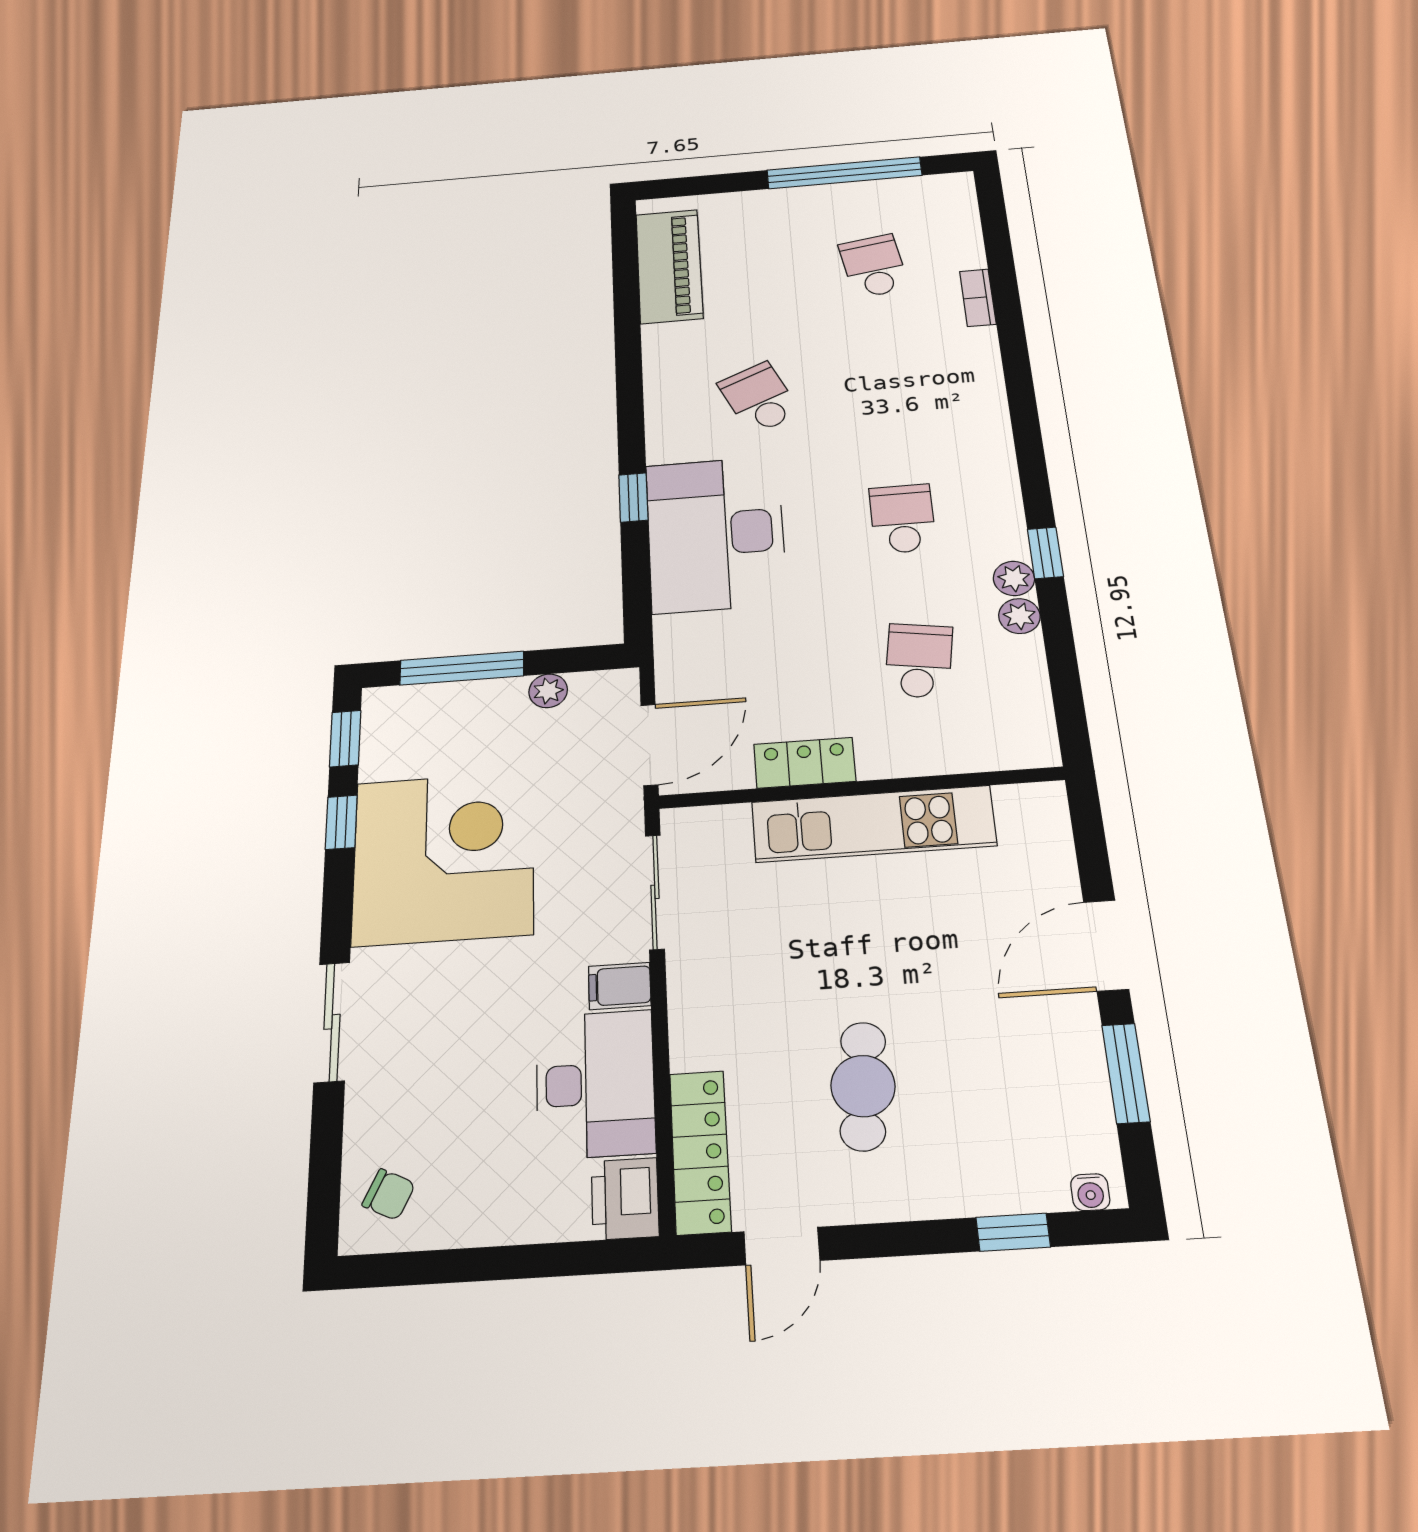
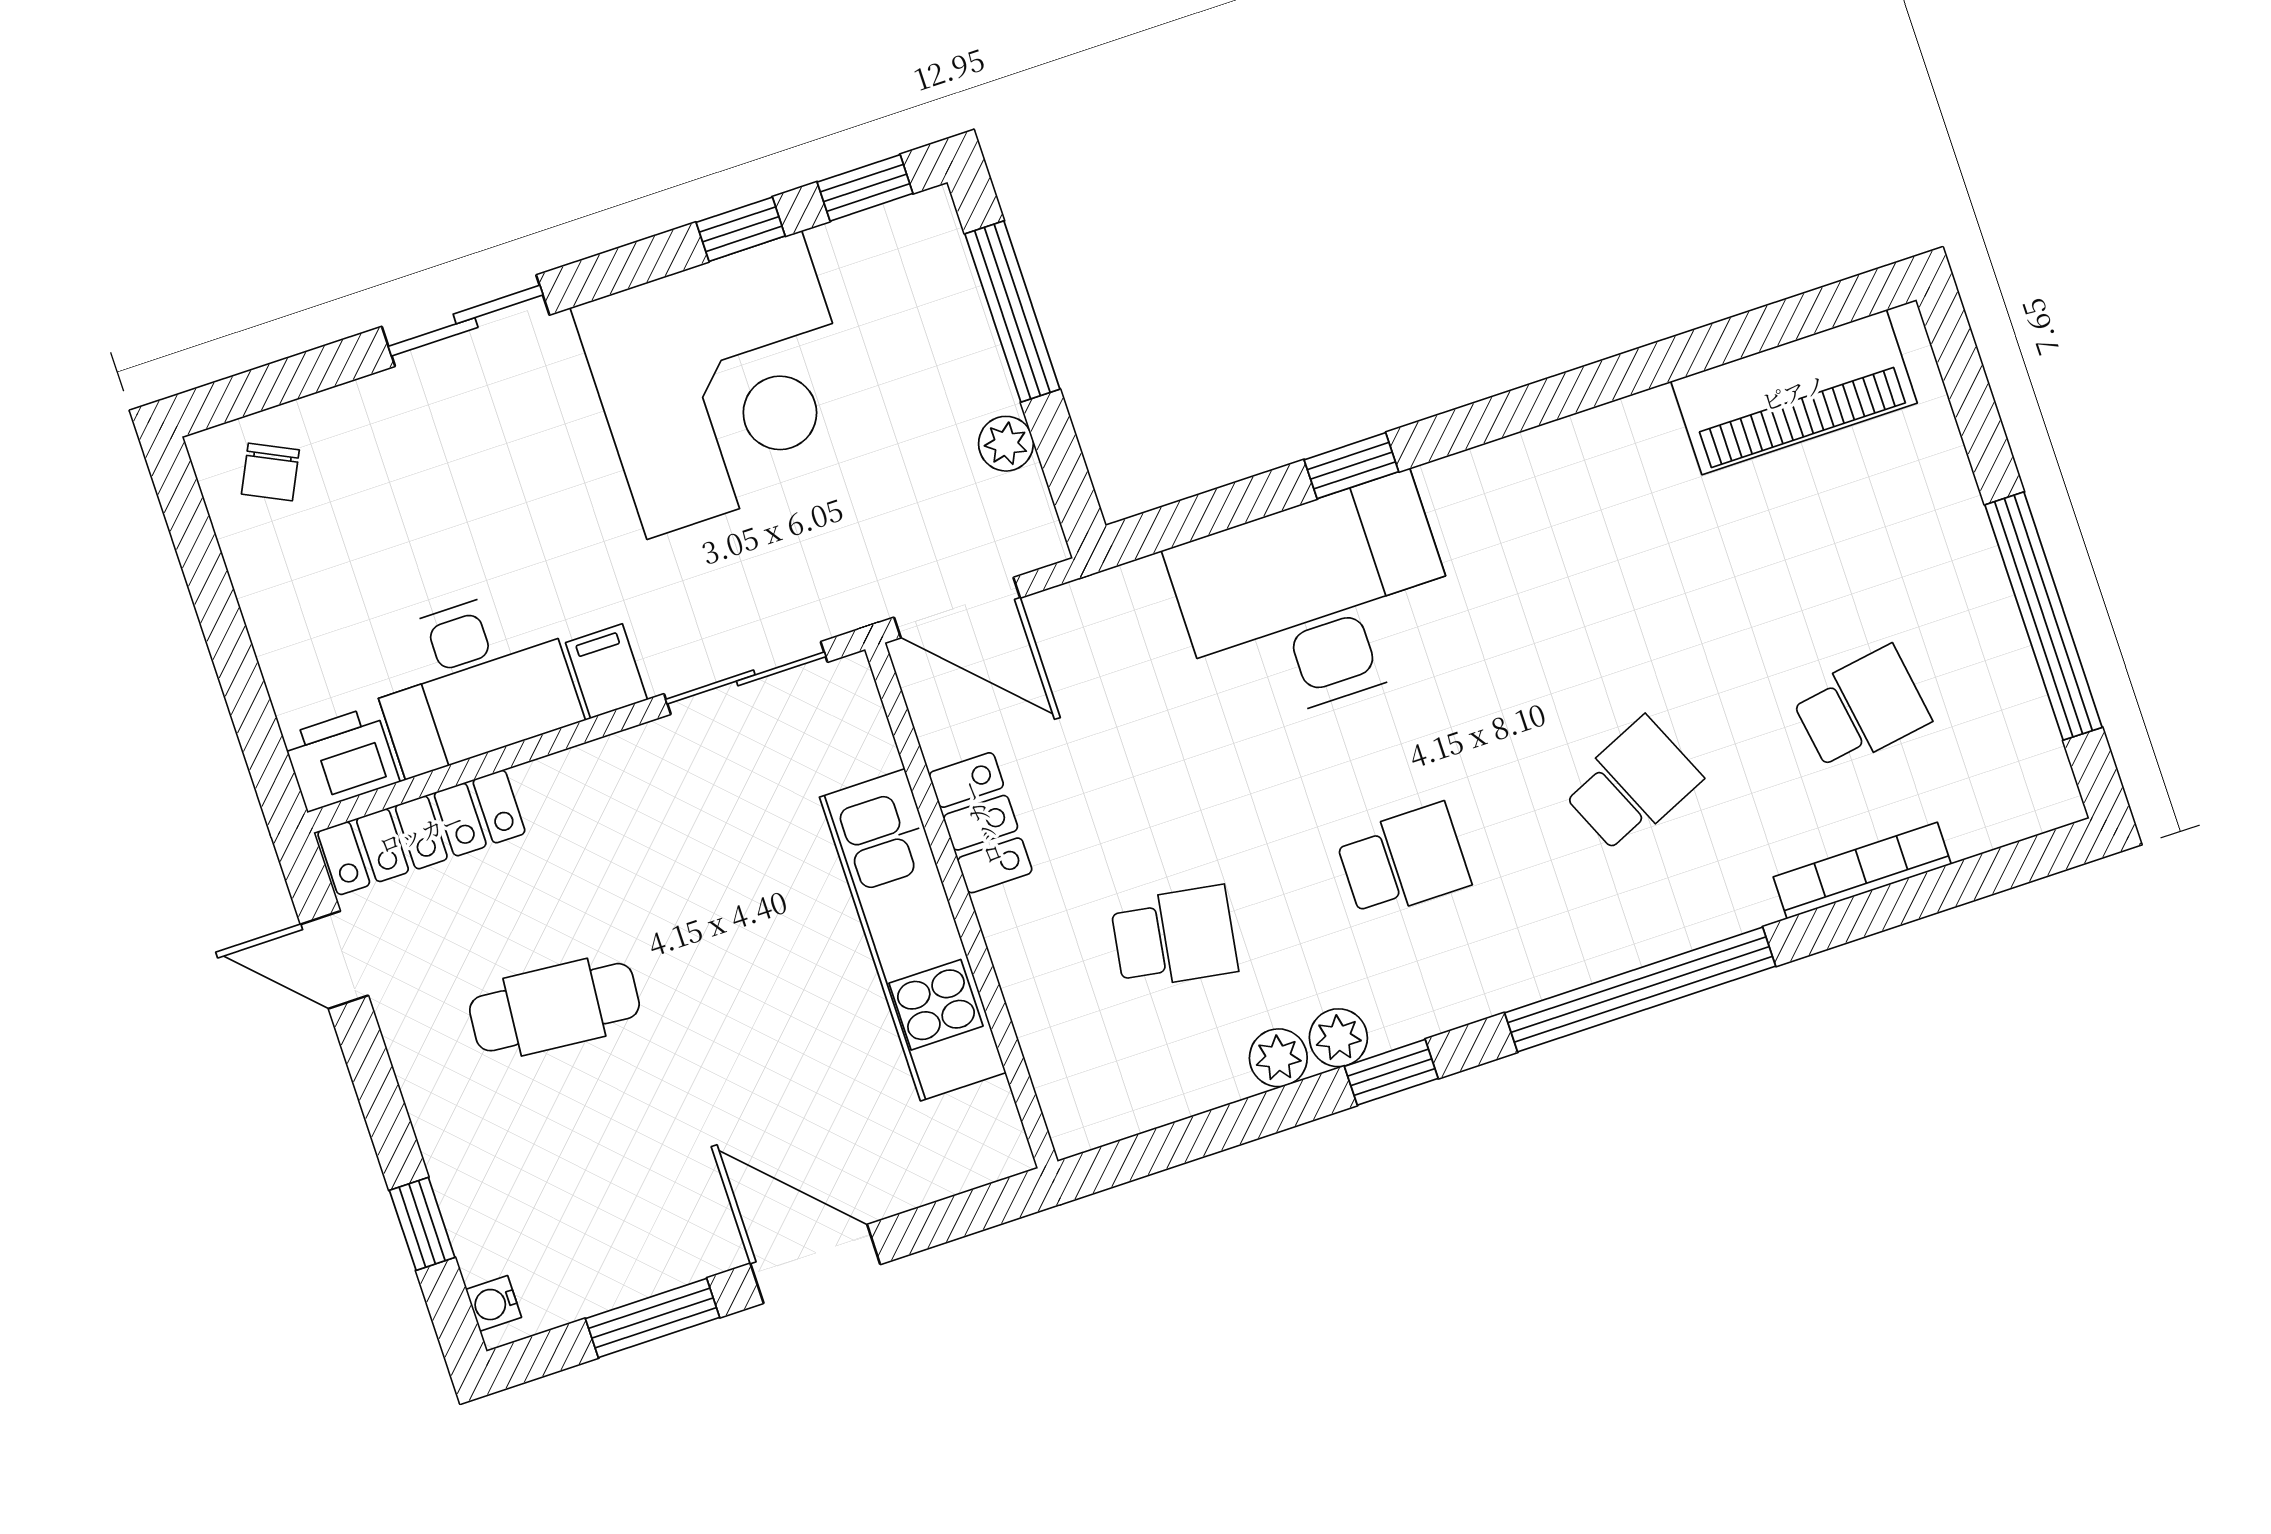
bookcase: (978, 298) -> (1862, 871), width x1.56
school desk: (759, 398) -> (1632, 785), moved
window: (1023, 407) -> (1640, 990), added

